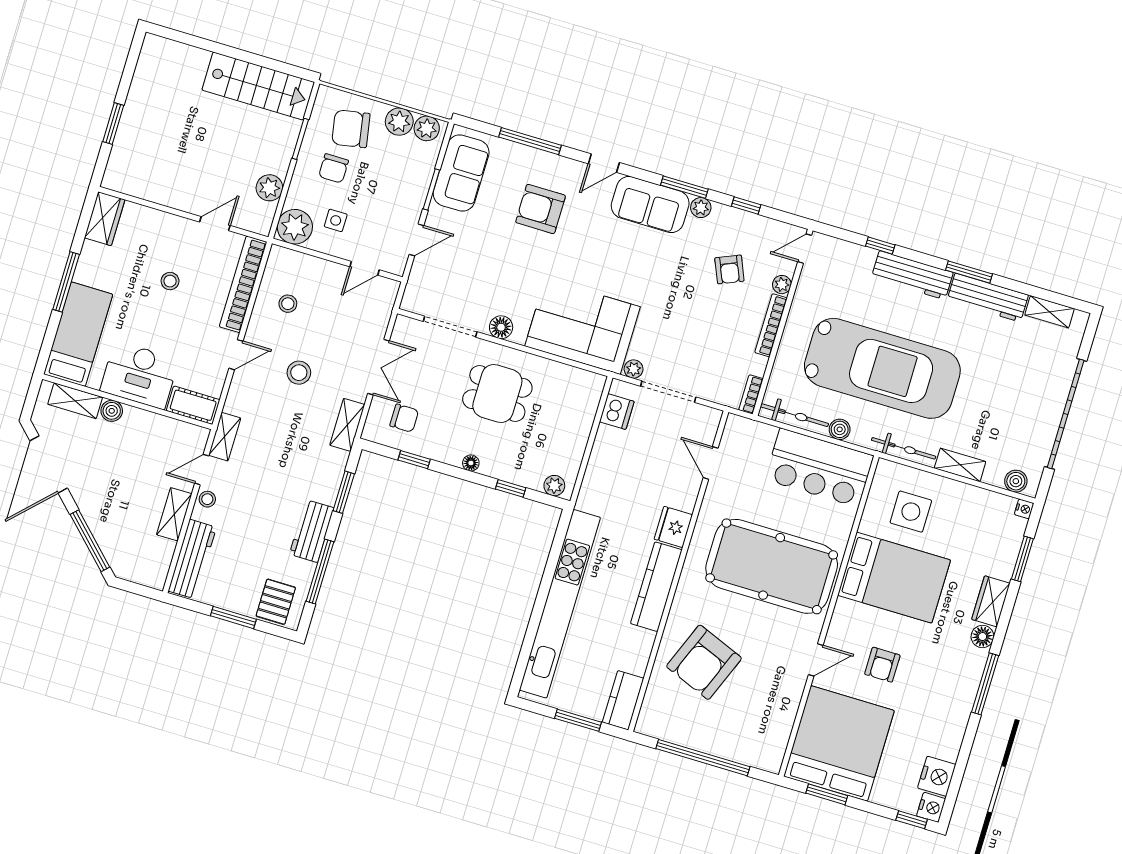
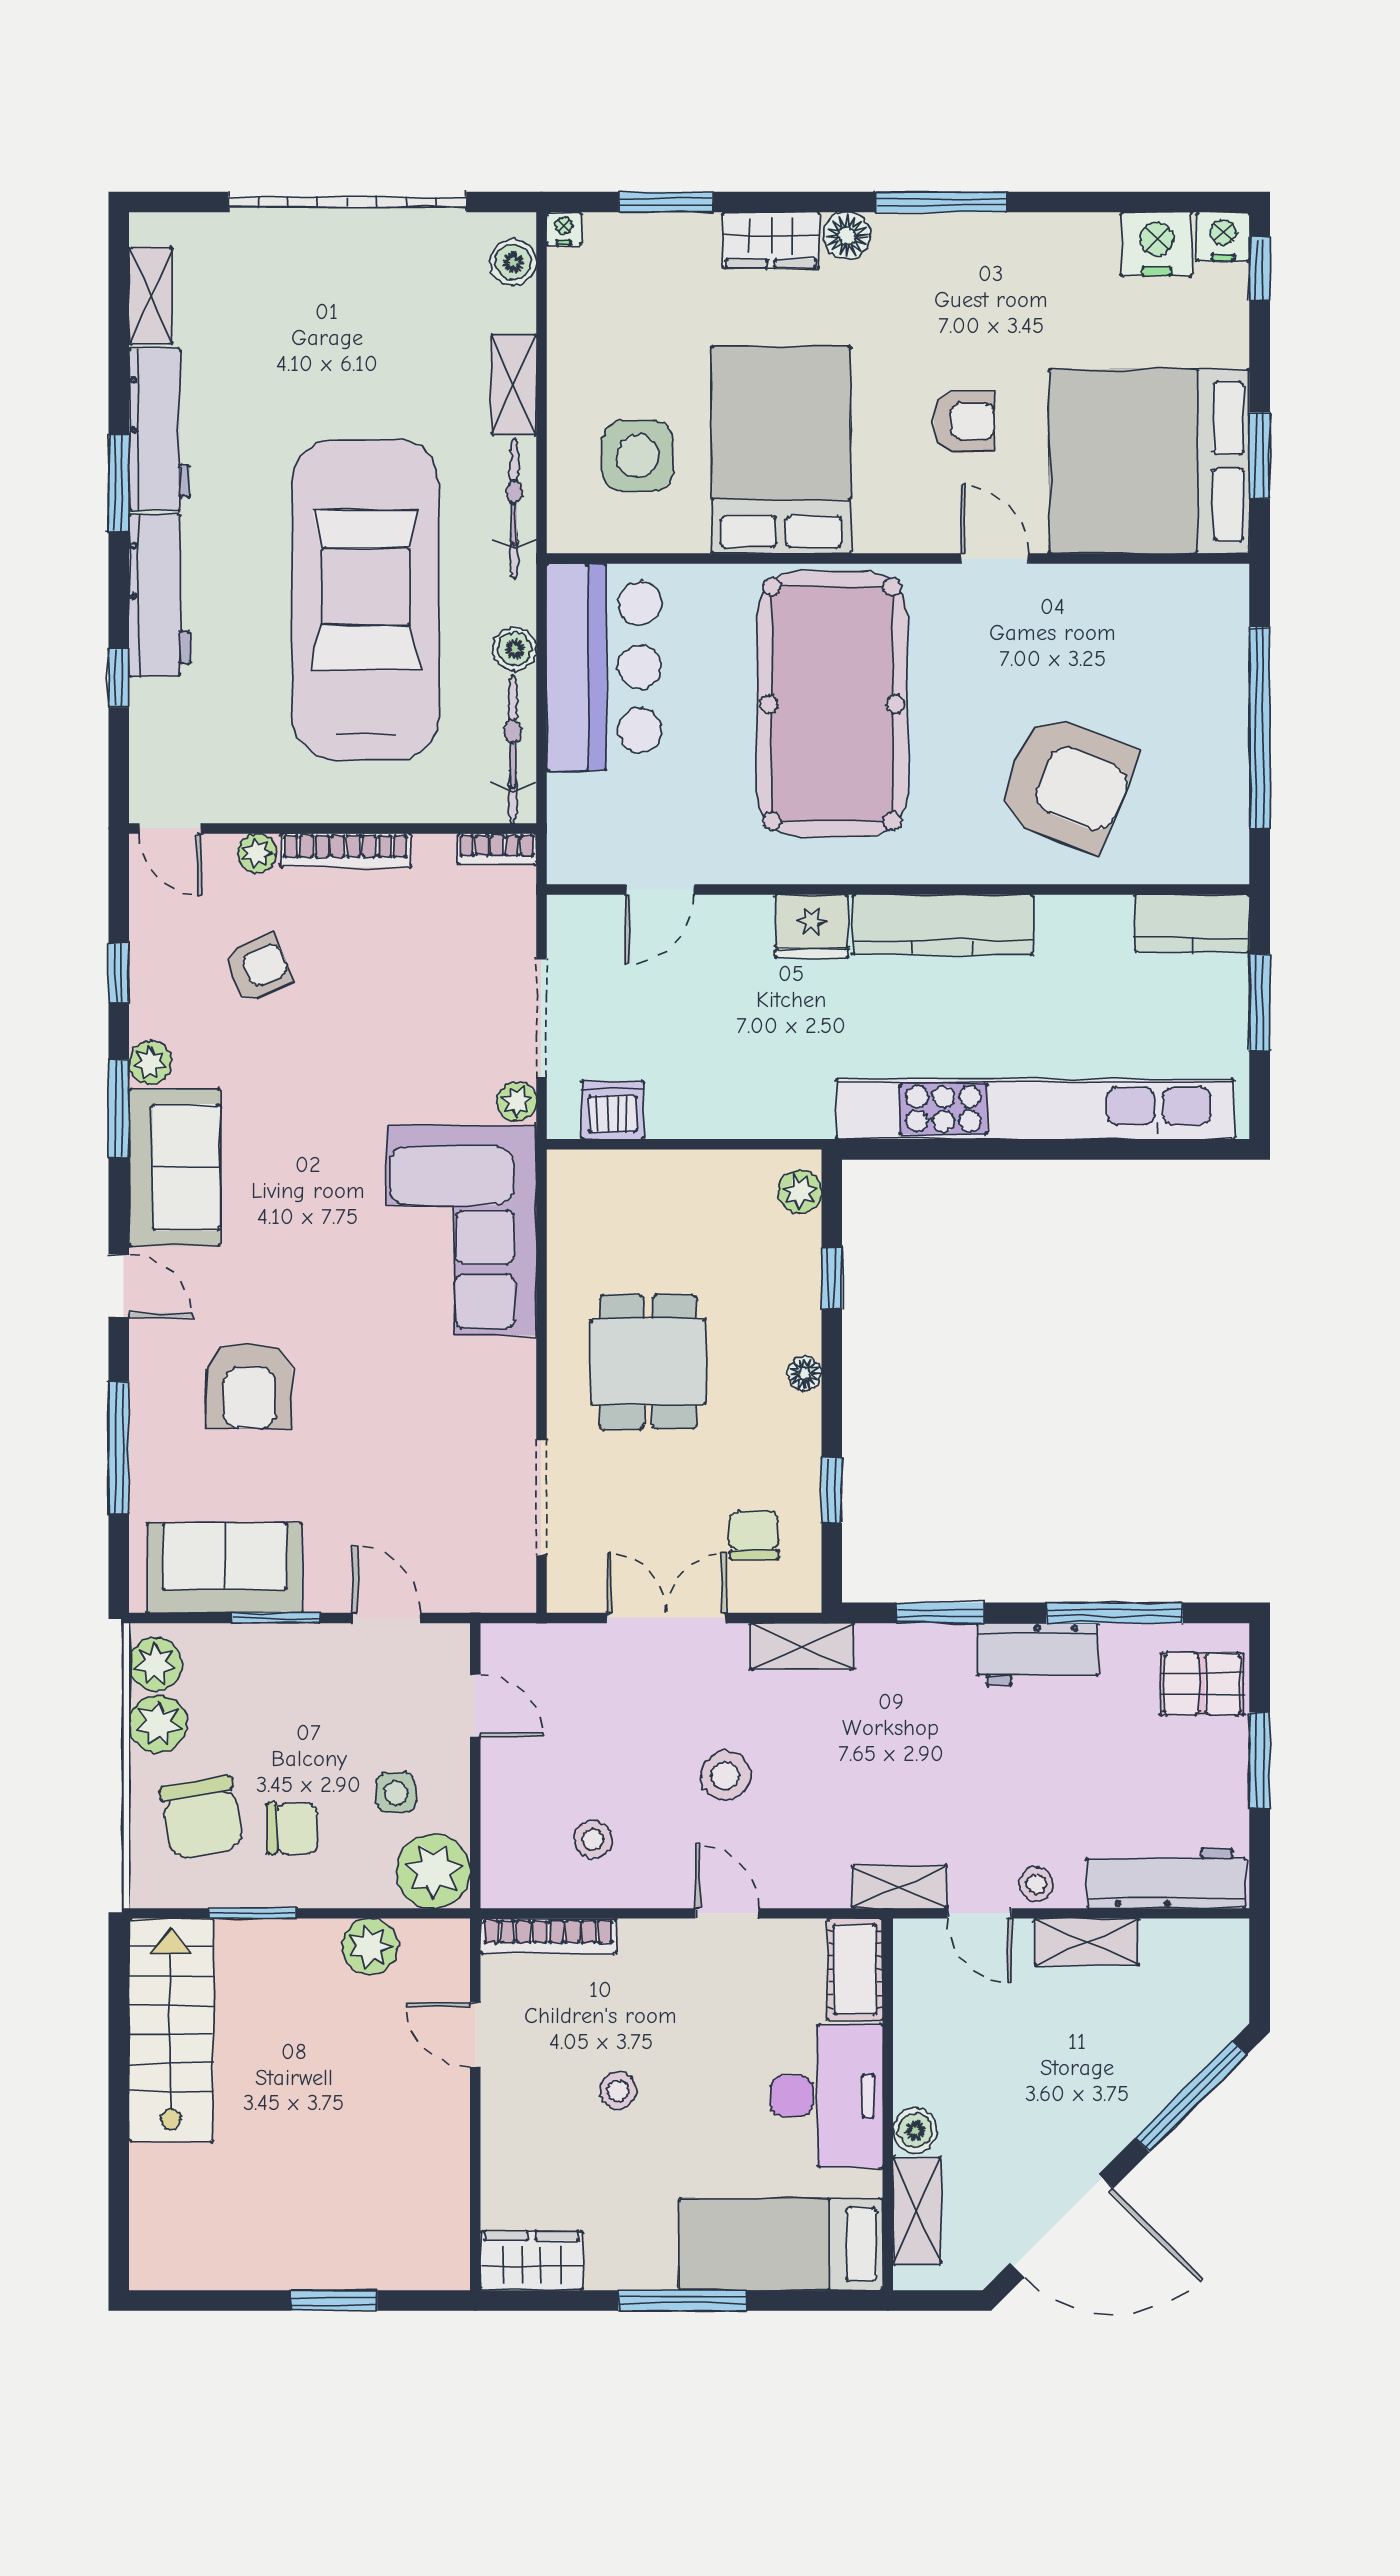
bookcase: (243, 284) -> (548, 1936), width x0.68, depth x0.76
floor lamp: (501, 327) -> (512, 1394), removed

